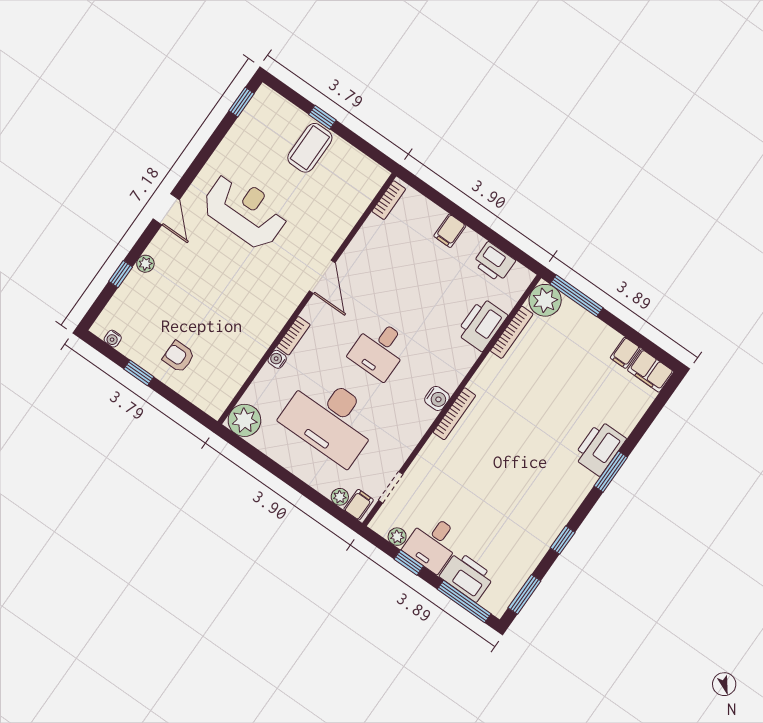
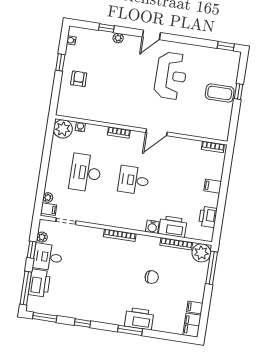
water cooler: (277, 359) -> (80, 127), moved
chair: (544, 396) -> (152, 277), added
water cooler: (437, 398) -> (152, 227), moved
desk: (330, 419) -> (85, 173), width x0.73, depth x0.77

